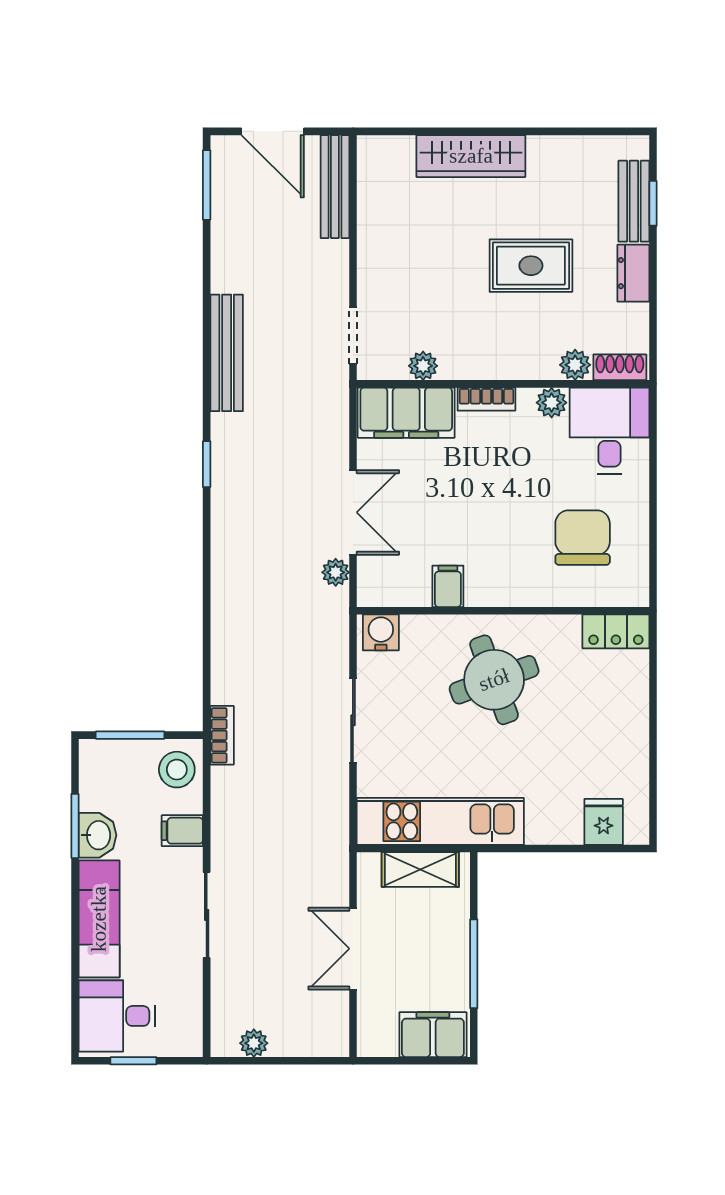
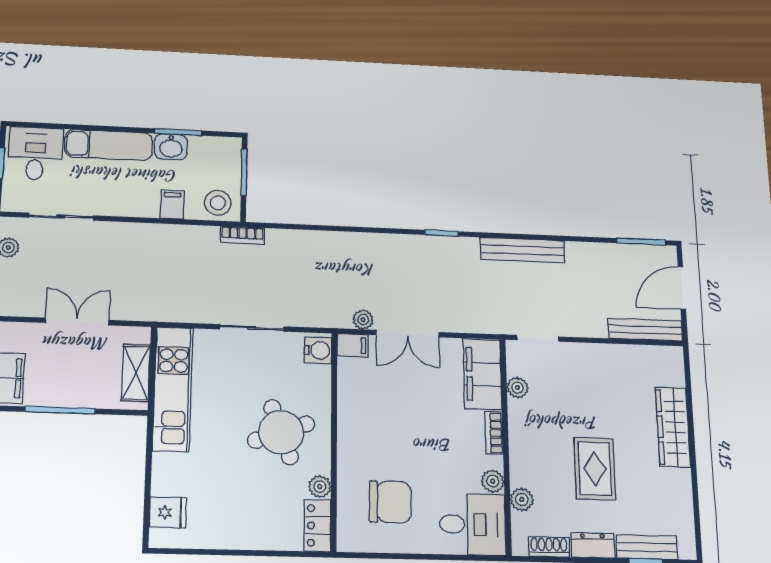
shoe rack: (620, 367) -> (549, 547), moved, turned -90
filing cabinet: (448, 586) -> (353, 345), moved
plant: (565, 629) -> (320, 487), added
sliding door: (207, 915) -> (61, 217), moved

